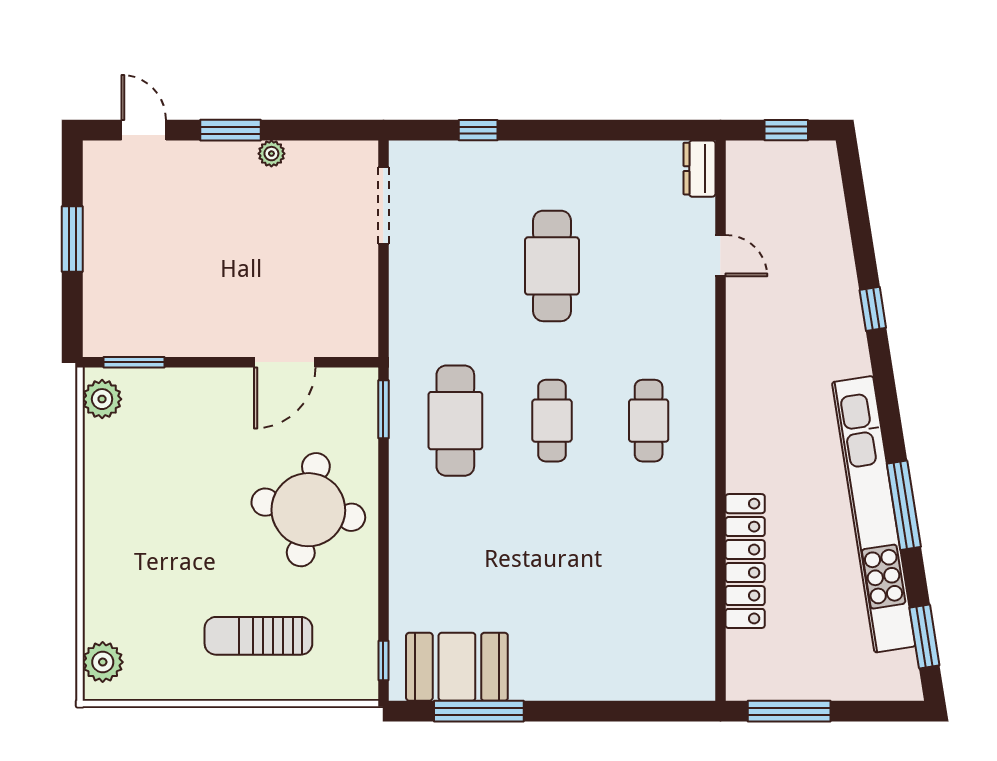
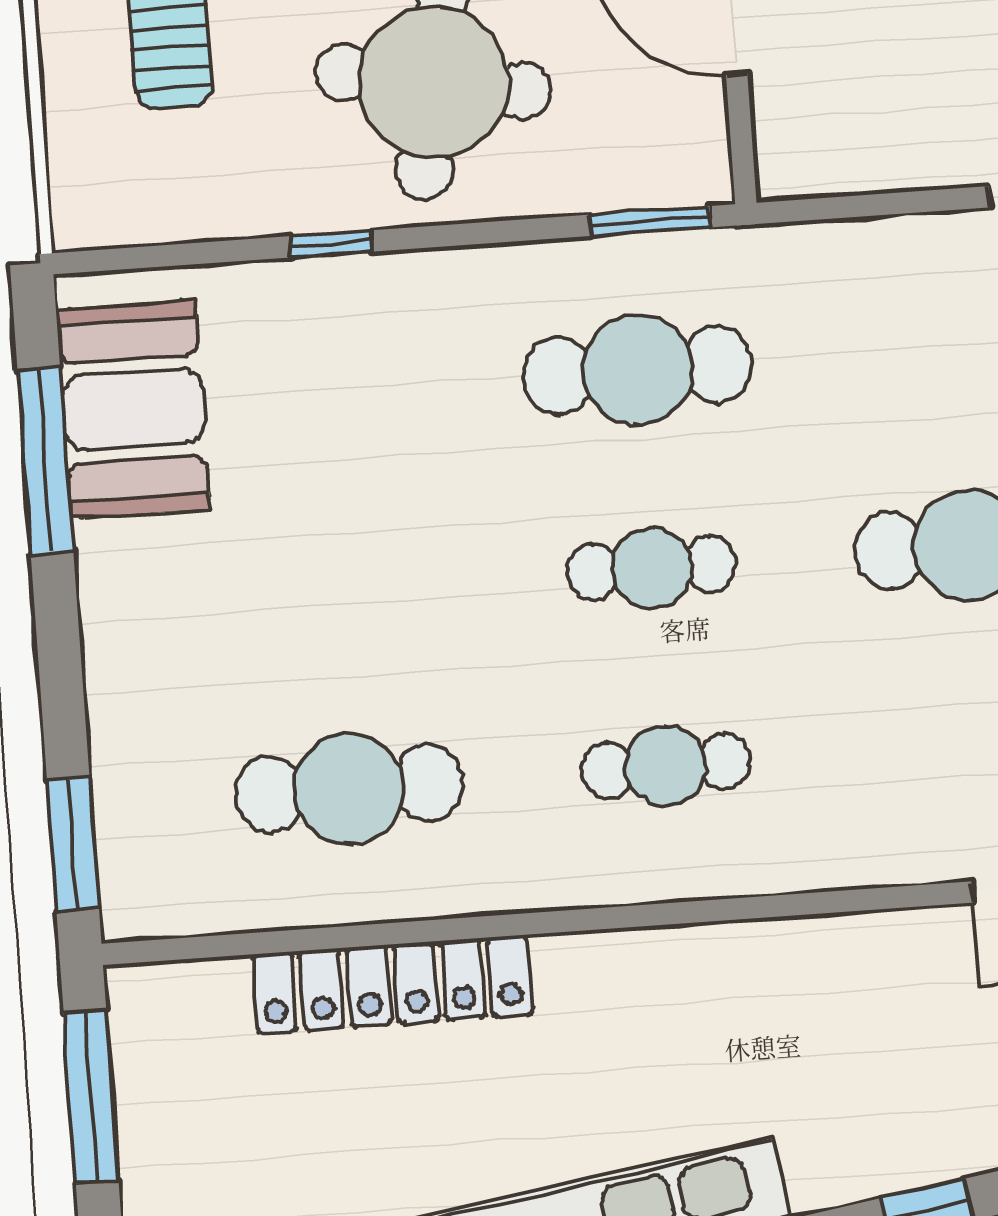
cafe table: (649, 575) -> (349, 789), added
window: (383, 660) -> (331, 244), moved
window: (666, 711) -> (73, 845), added

